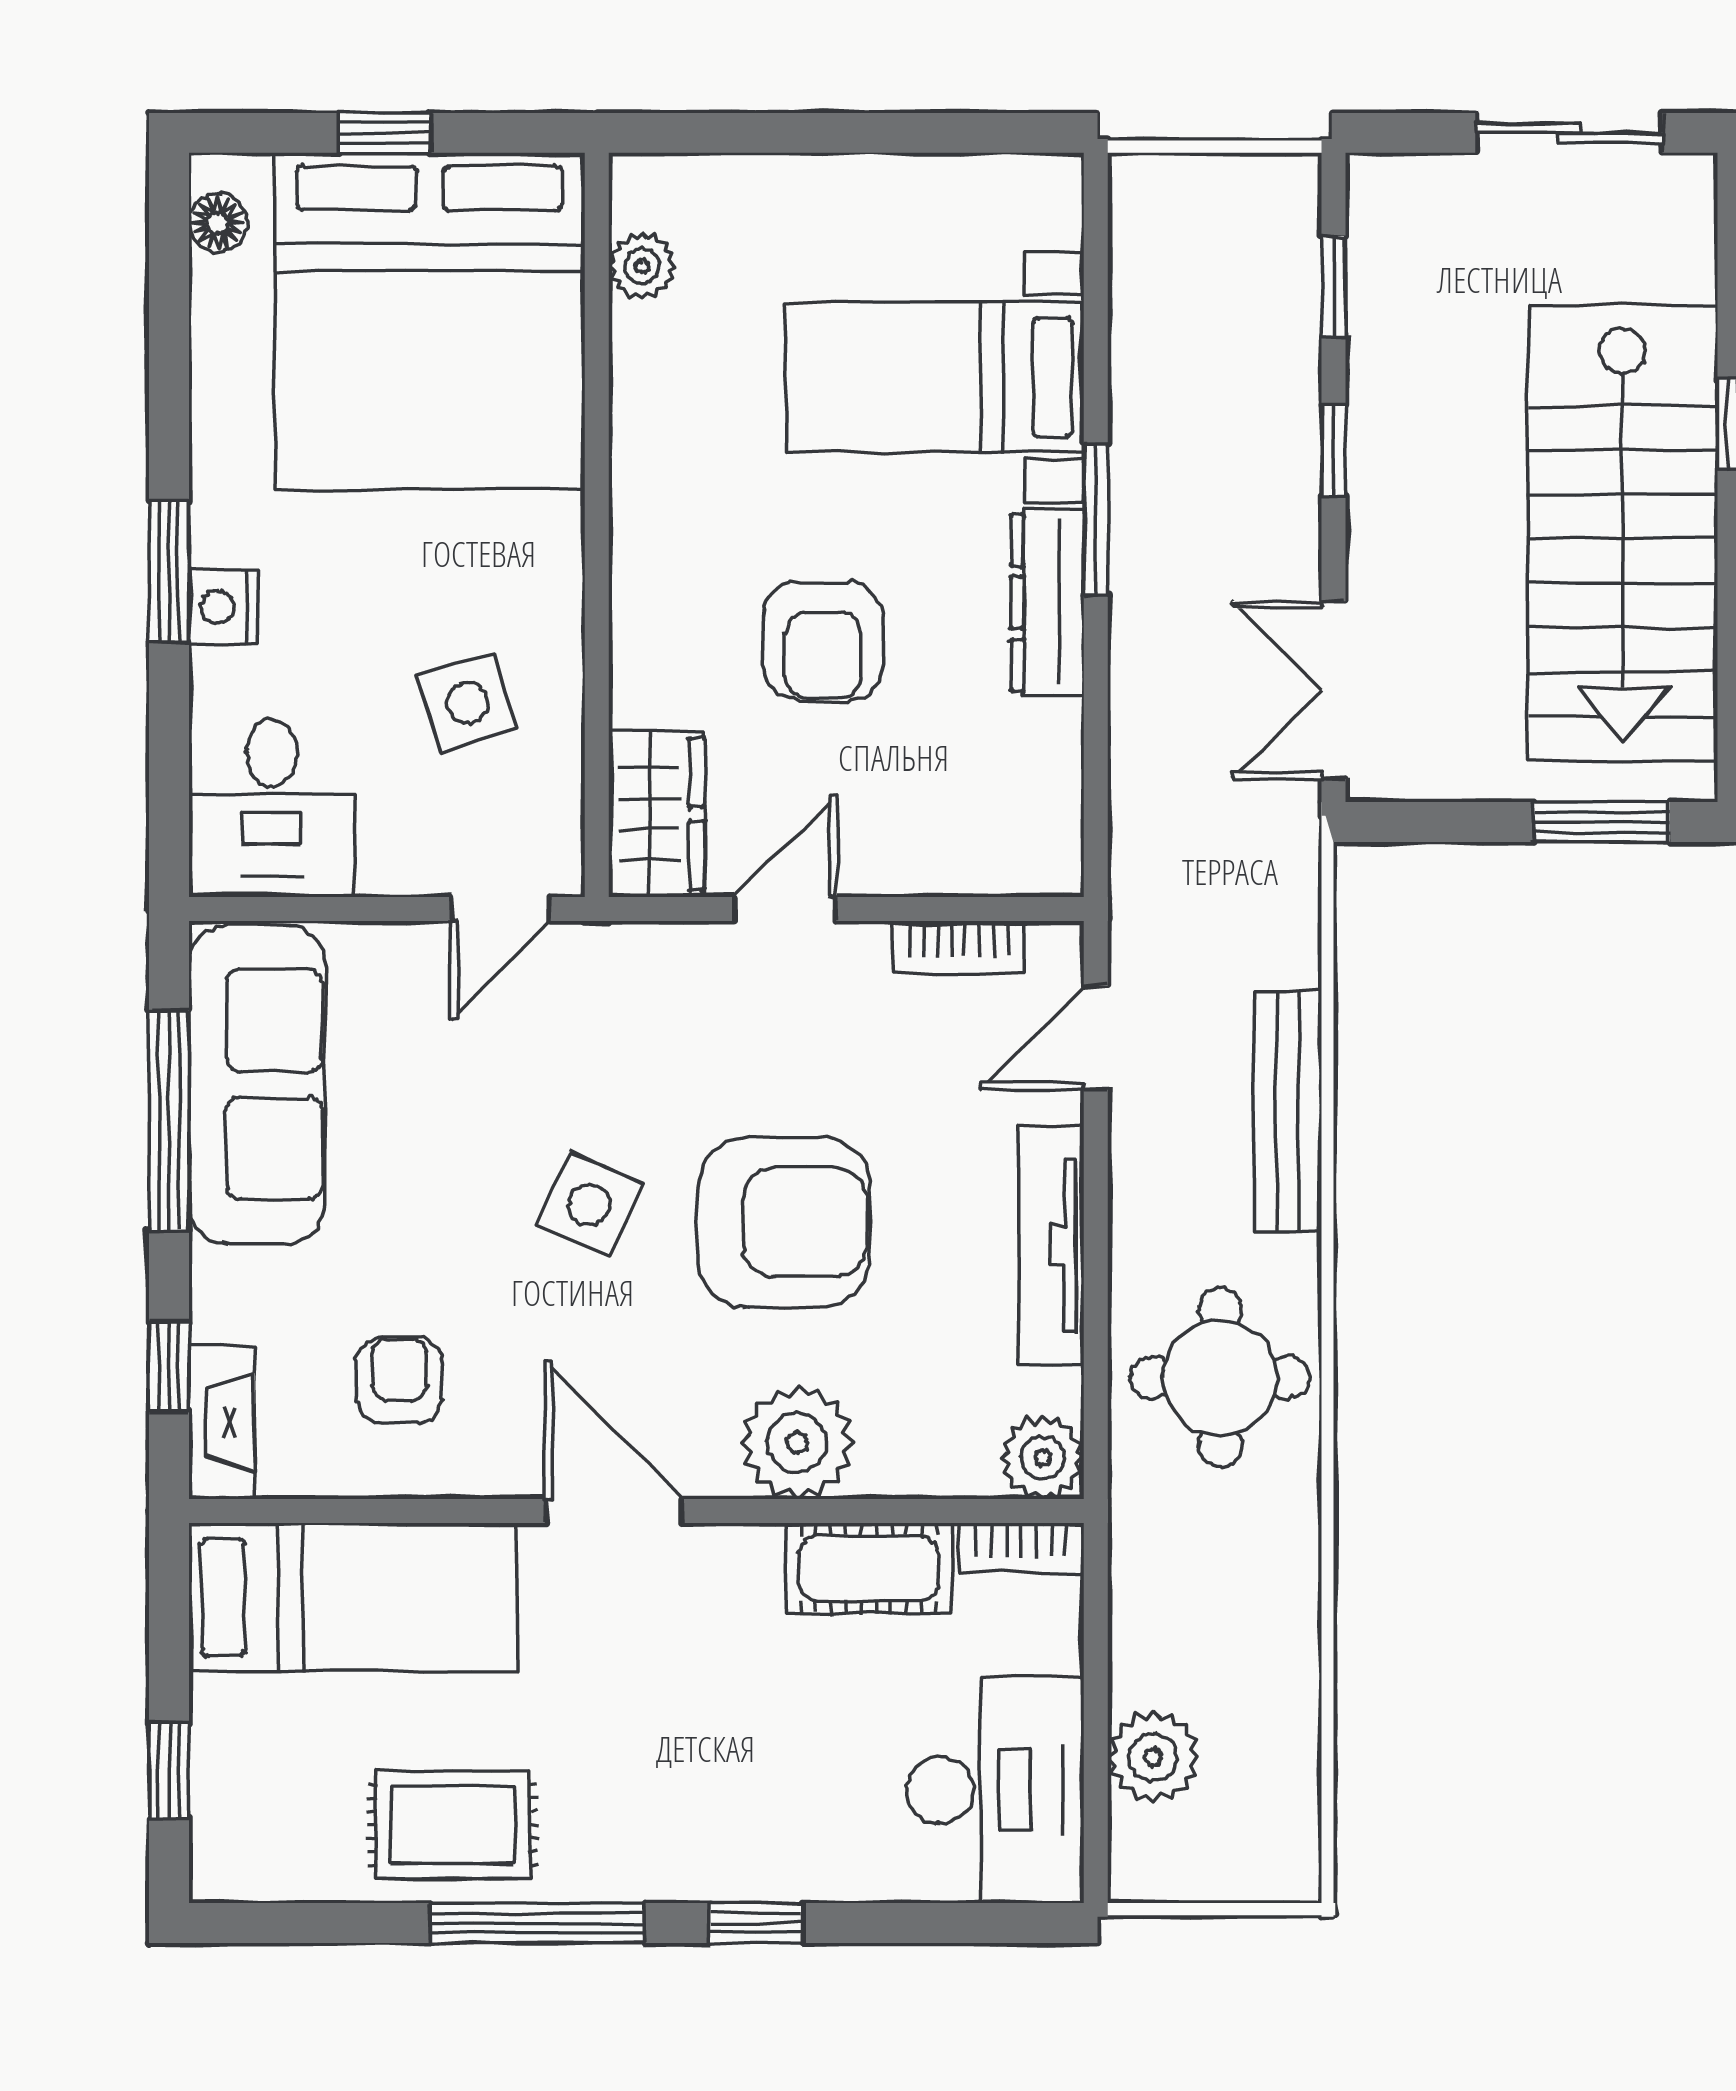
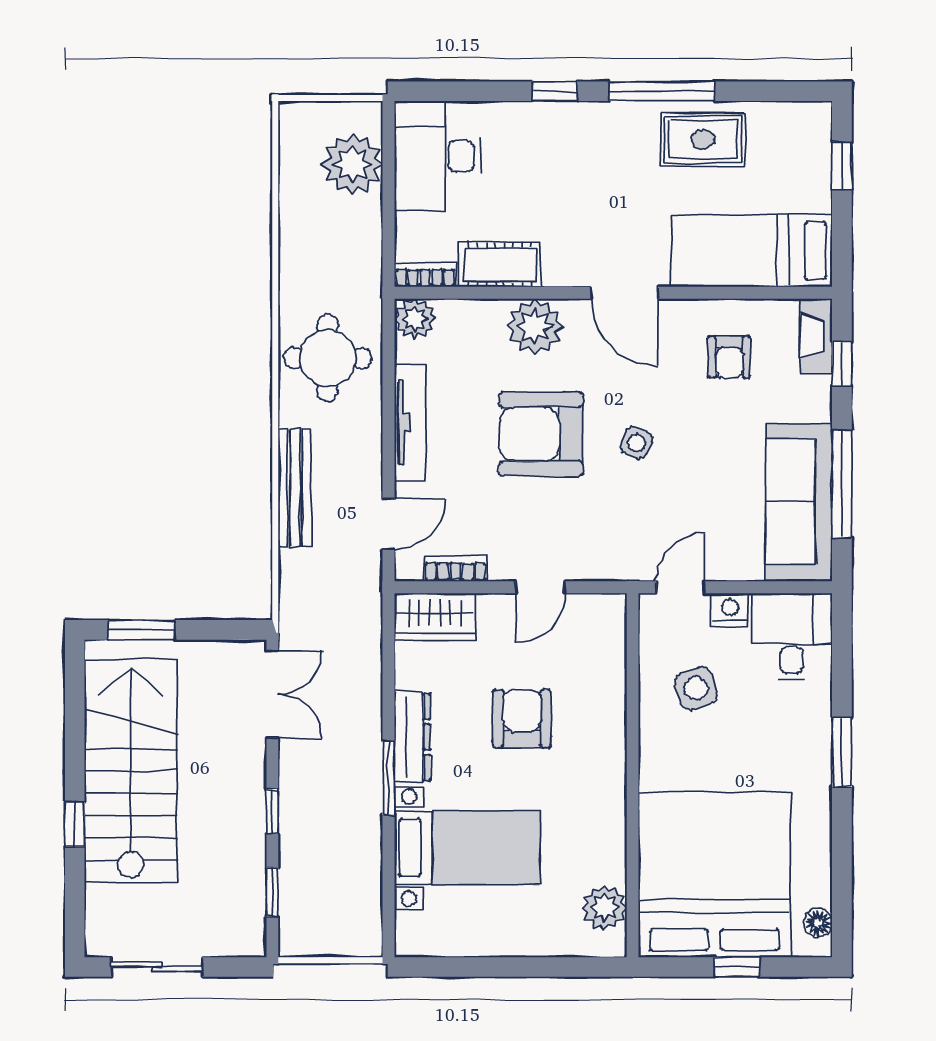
plant: (642, 266) -> (604, 908), width x1.38, depth x1.38
nightstand: (223, 607) -> (730, 610), moved, turned -90
wardrobe: (657, 814) -> (435, 617), moved, turned -90
side table: (589, 1205) -> (636, 443), width x0.73, depth x0.73
plant: (1153, 1757) -> (352, 164), width x1.36, depth x1.36

